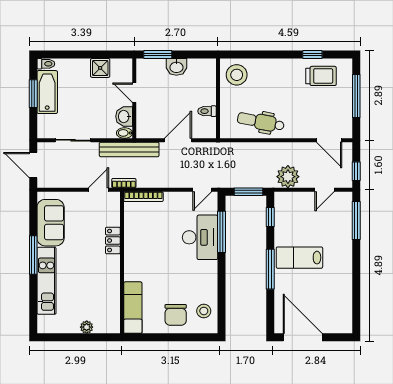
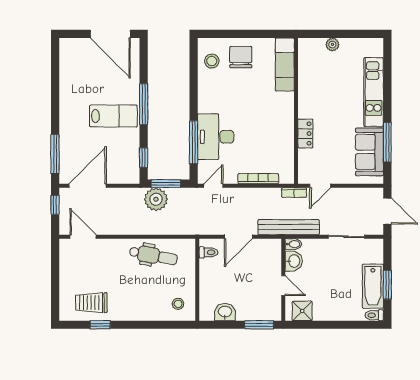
washbasin: (176, 67) -> (225, 312), moved
shower: (100, 68) -> (302, 311), moved
stool: (237, 75) -> (178, 304), width x0.53, depth x0.53
window: (356, 96) -> (55, 282), removed
toilet: (207, 111) -> (209, 252), moved
plant: (288, 177) -> (156, 199), moved
door: (325, 190) -> (88, 186), width x1.88
bookcase: (143, 197) -> (258, 179), moved
window: (33, 255) -> (387, 142), moved

